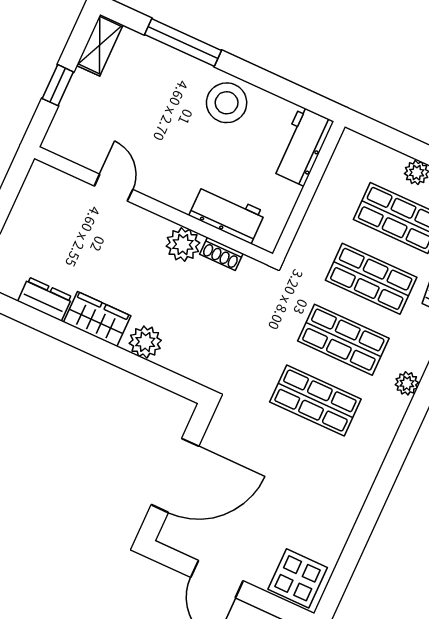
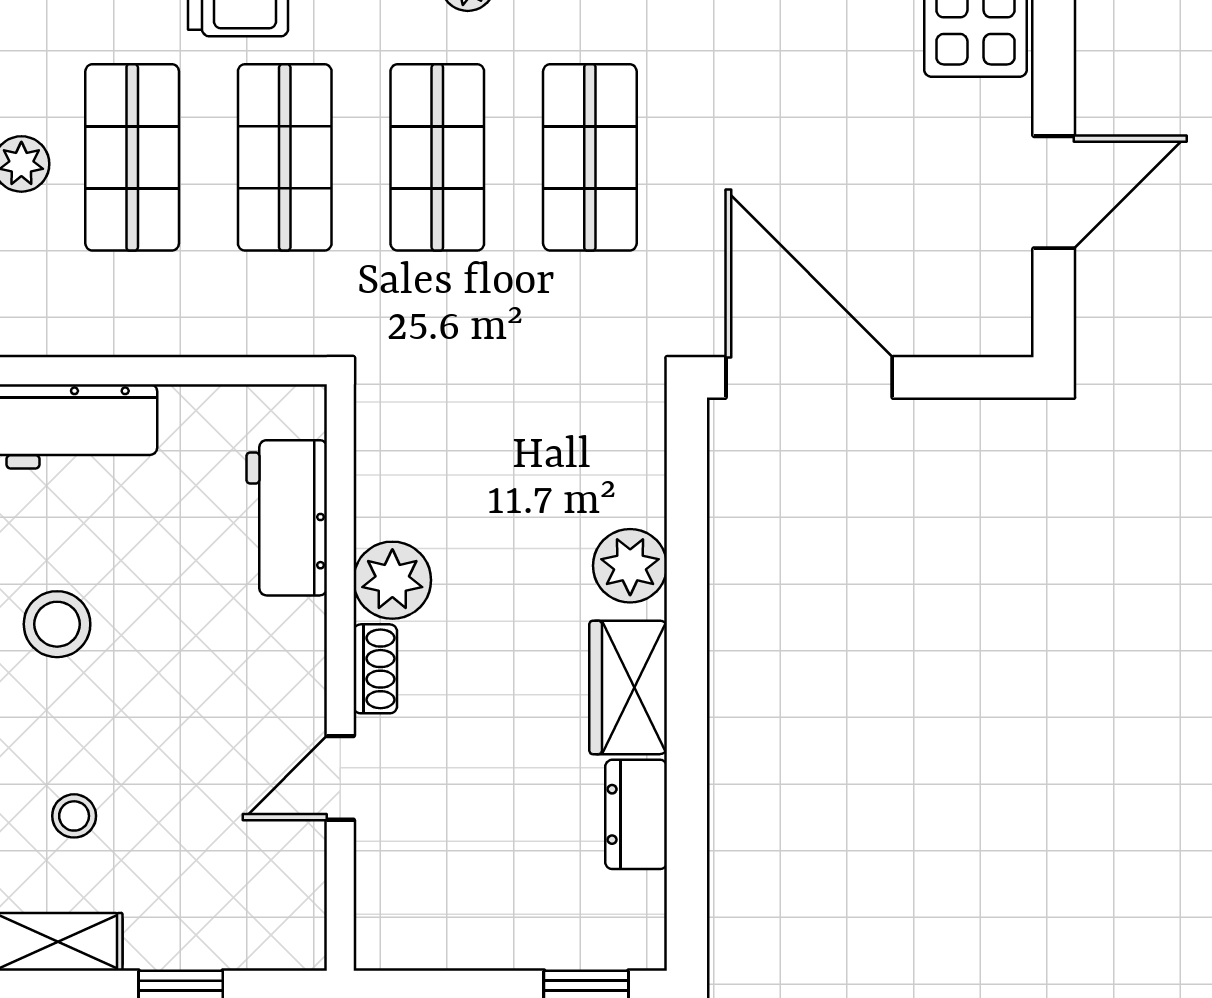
stool: (147, 75) -> (74, 816), added
stool: (227, 103) -> (57, 624), width x0.73, depth x0.73
shoe rack: (221, 254) -> (375, 669), moved
door: (175, 475) -> (809, 377), moved

